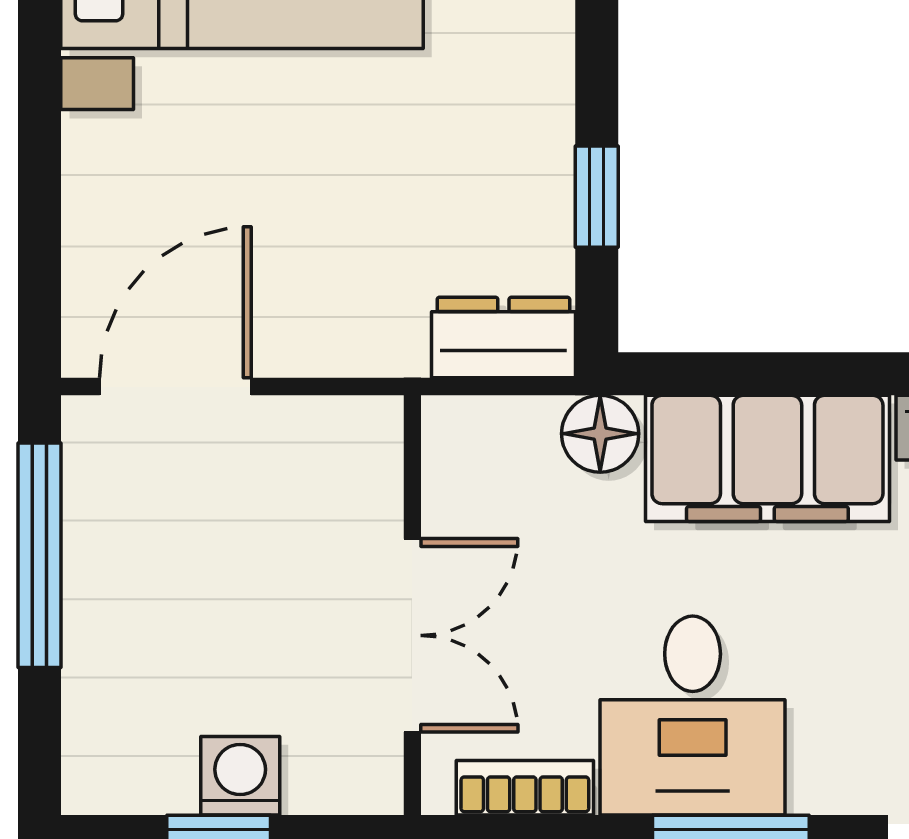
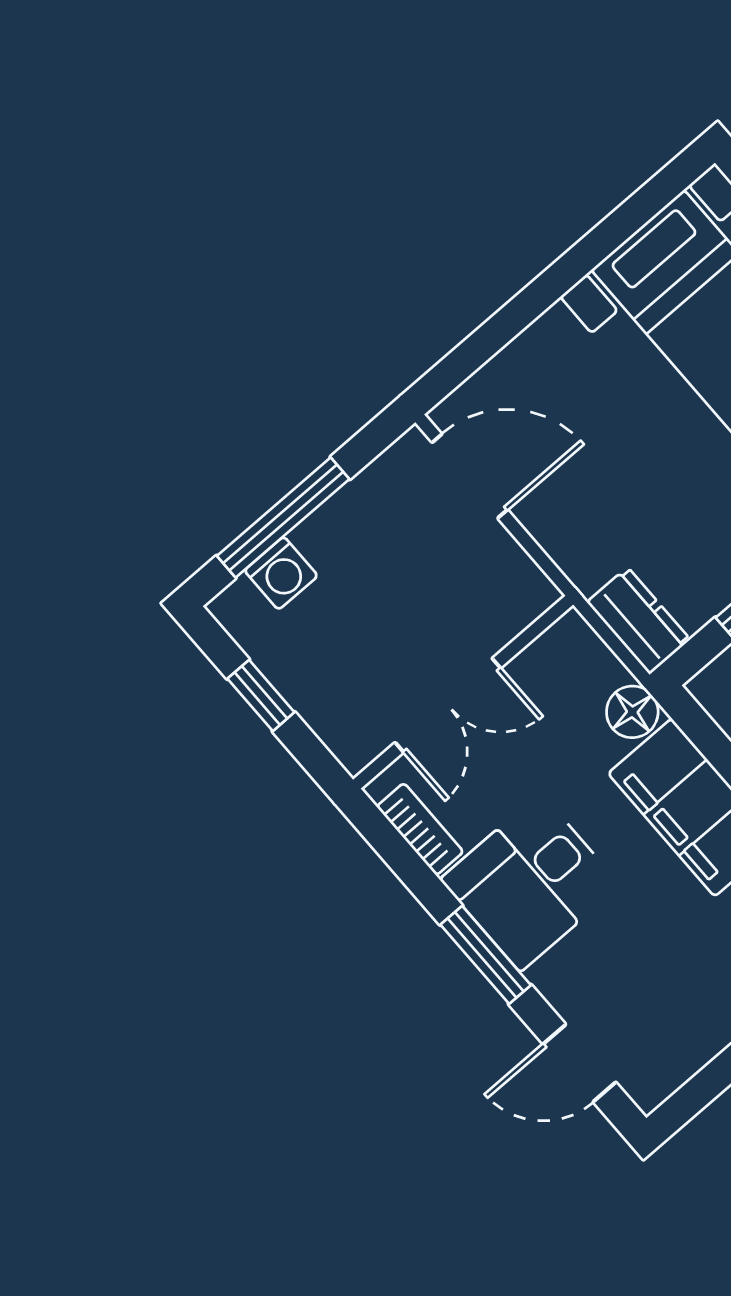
window: (40, 555) -> (283, 517), moved
washing machine: (240, 776) -> (281, 573), moved, turned 90

